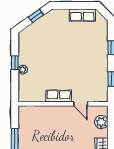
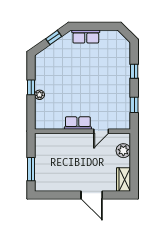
row of seats: (82, 15) -> (86, 37), moved
door: (81, 104) -> (101, 131), hinge flipped

